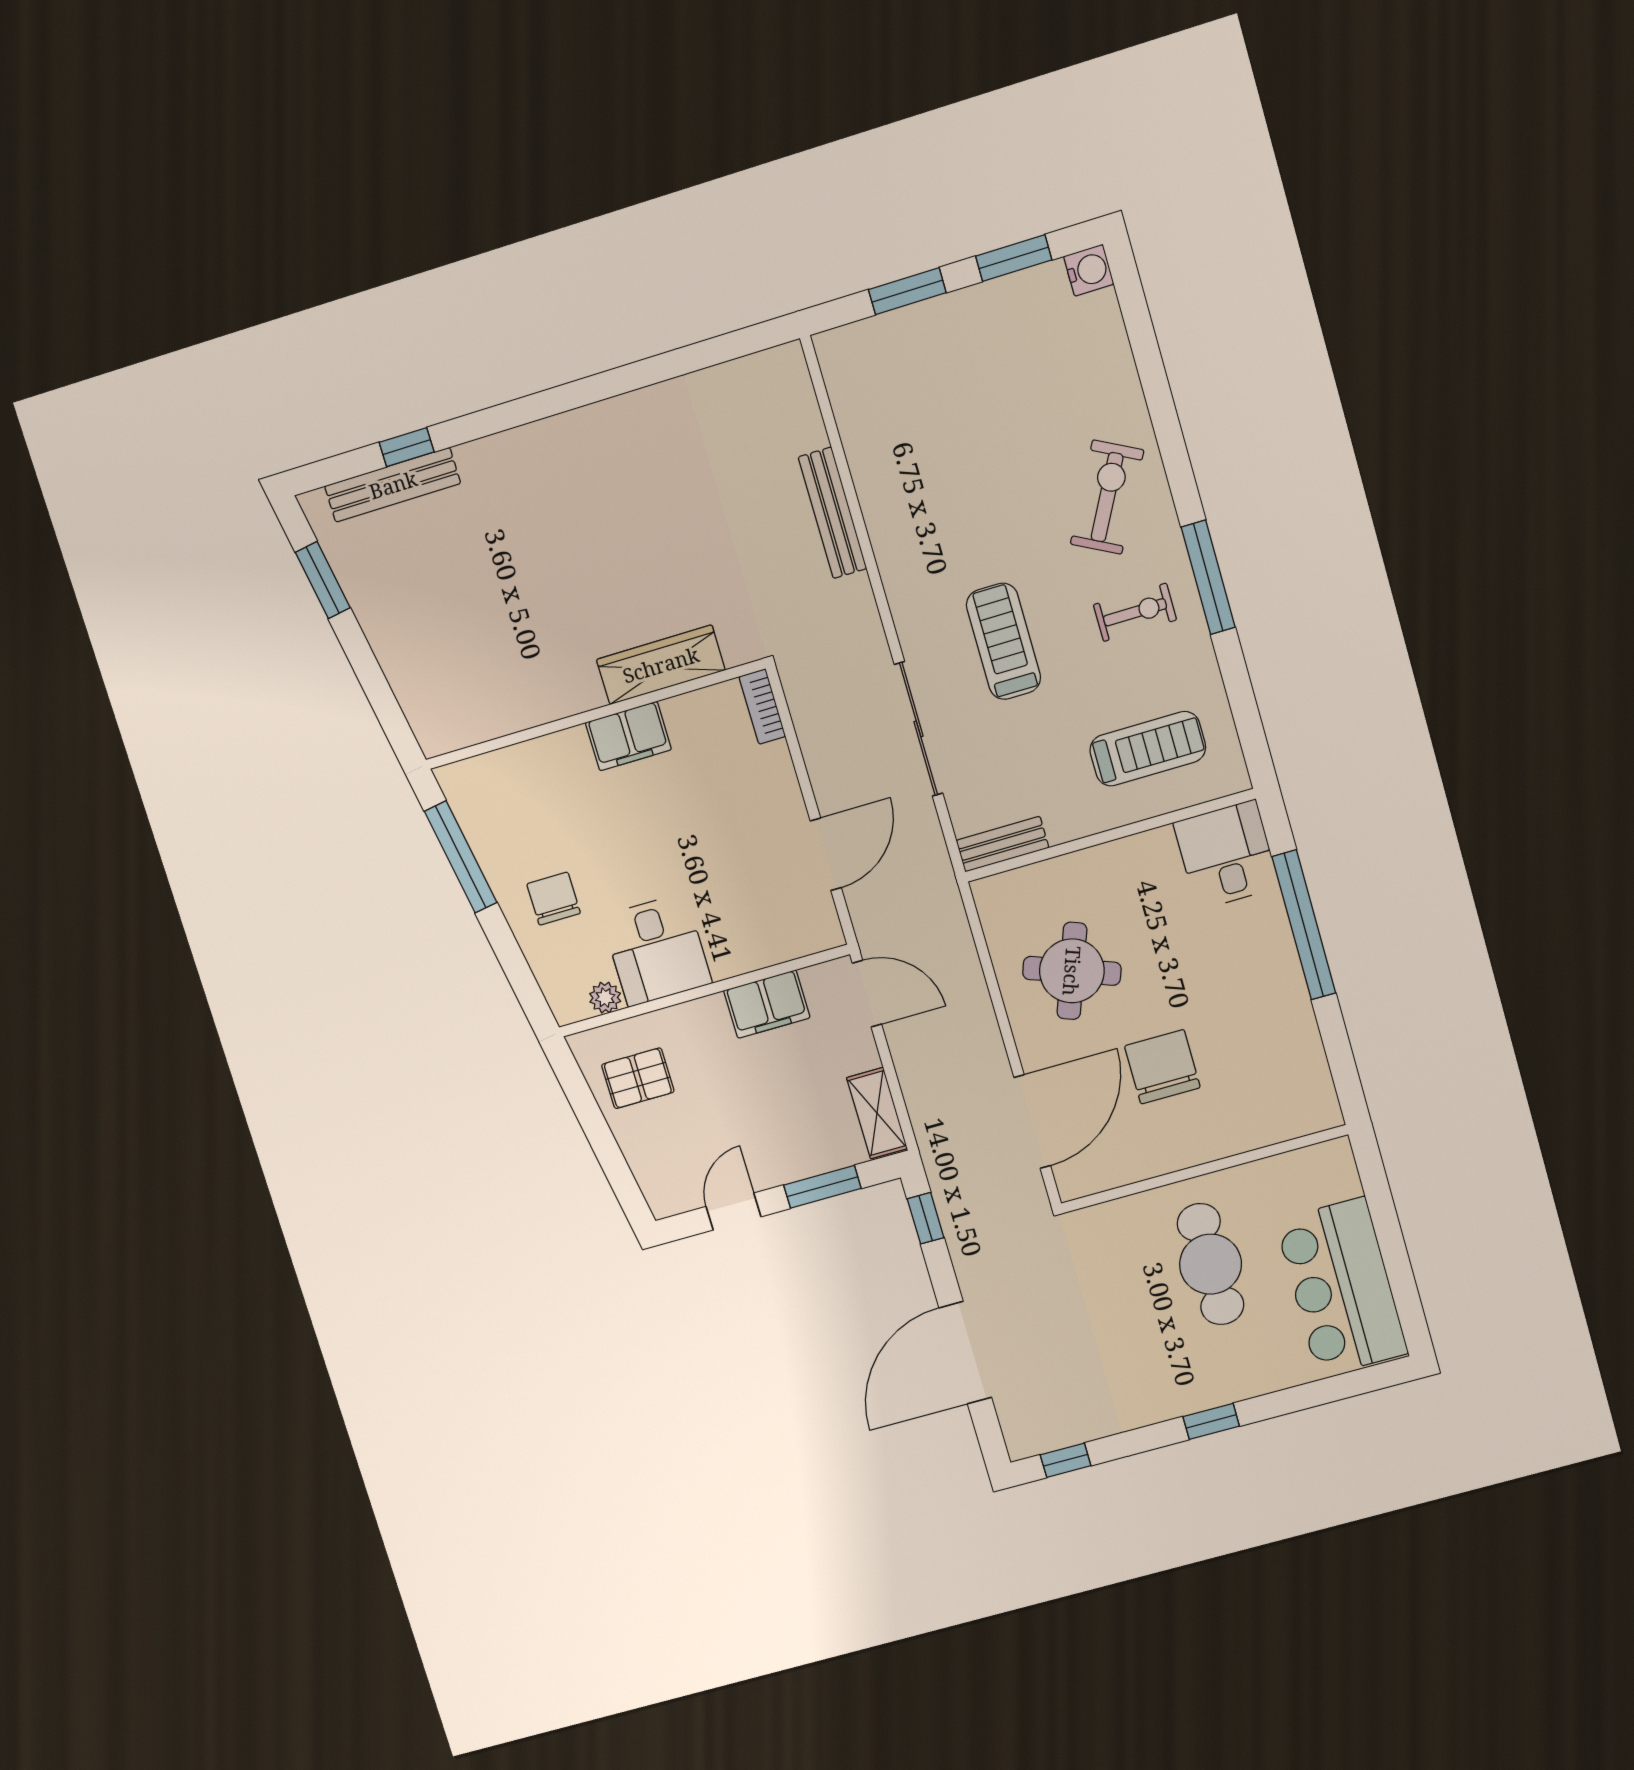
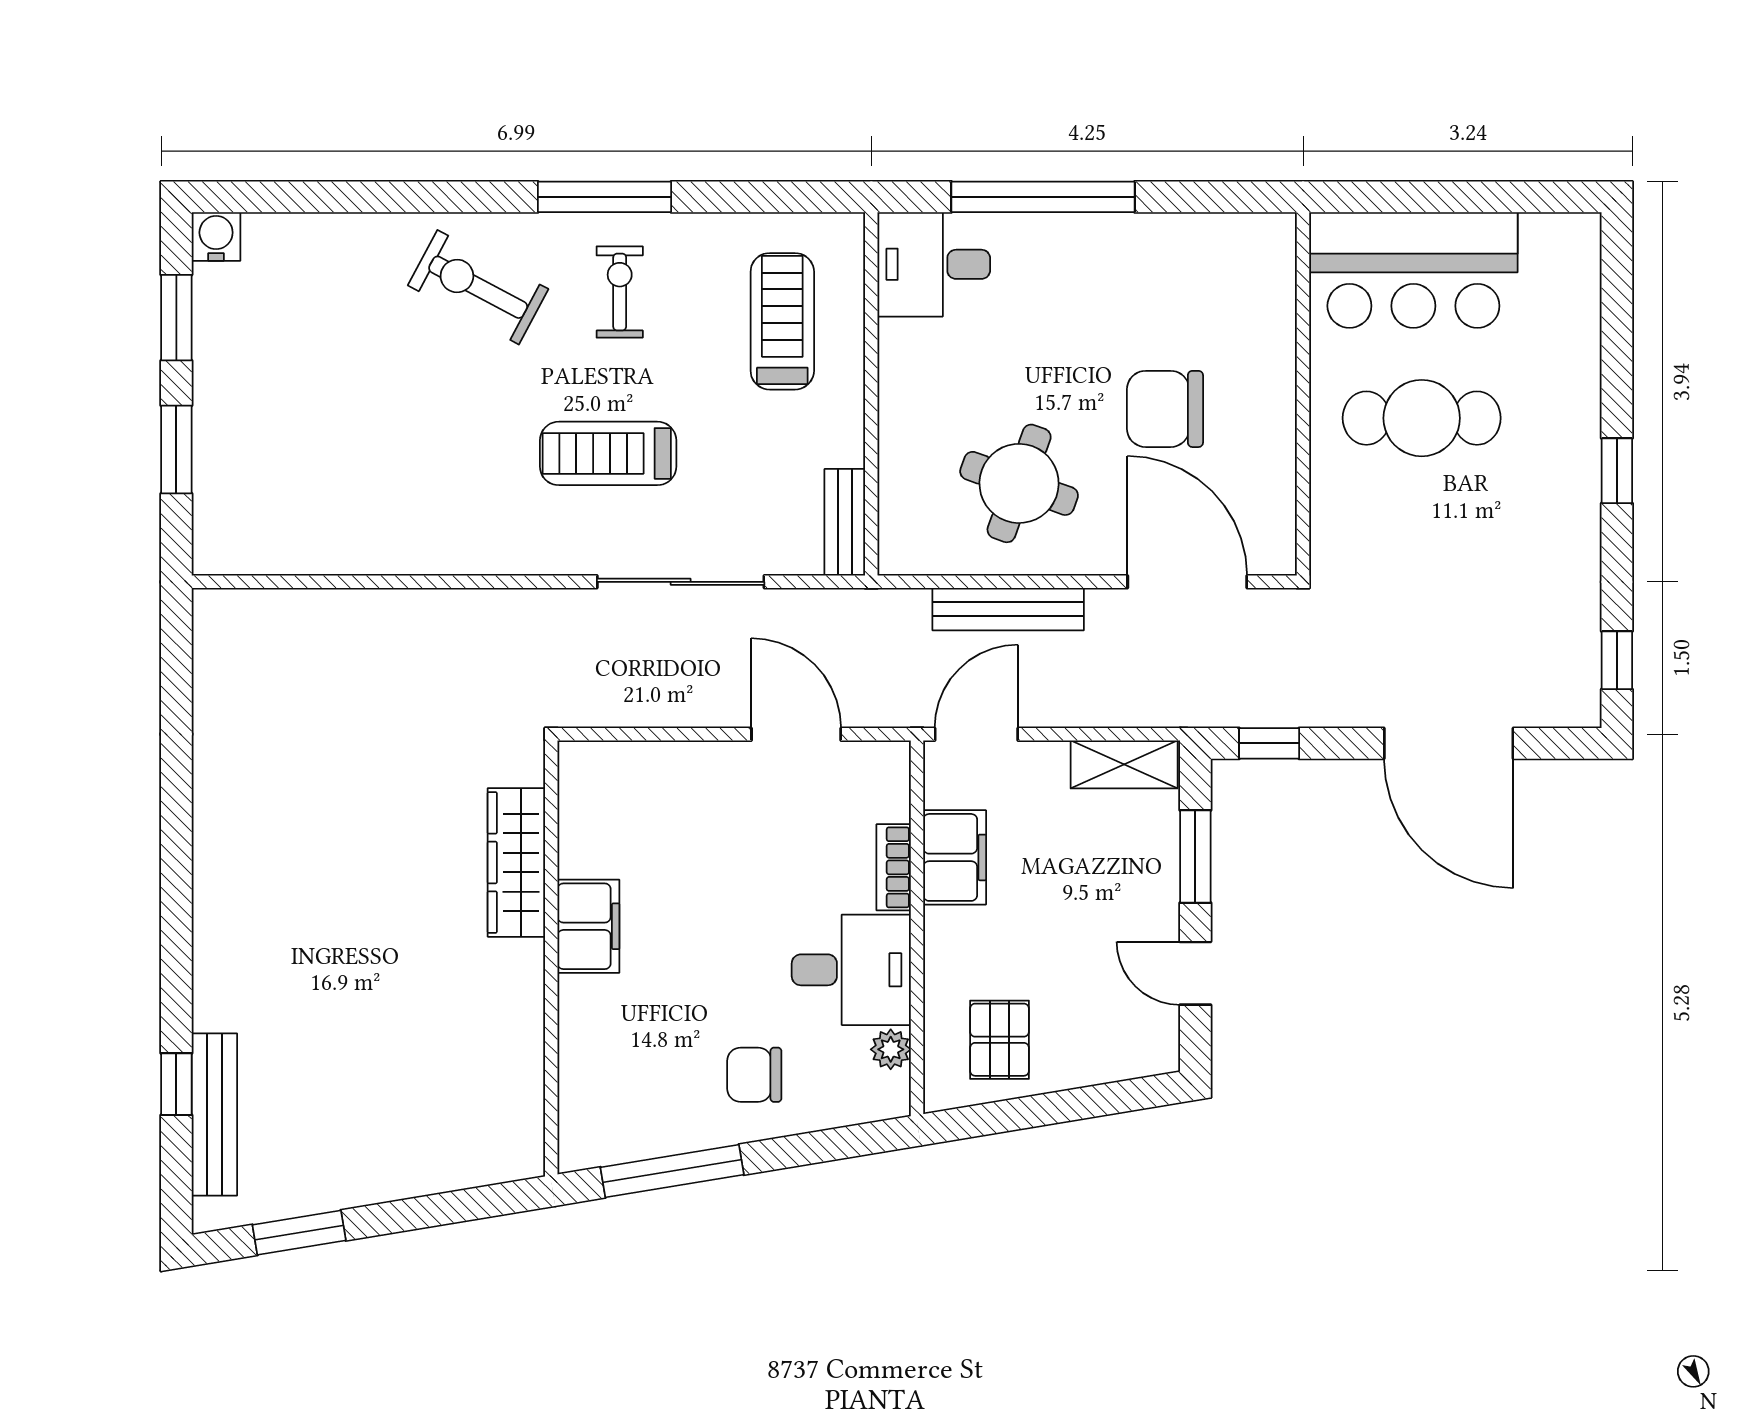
bench: (832, 513) -> (1008, 609), moved
bookcase: (762, 707) -> (894, 867), moved, turned 90
bar counter: (1342, 1287) -> (1413, 270), moved

